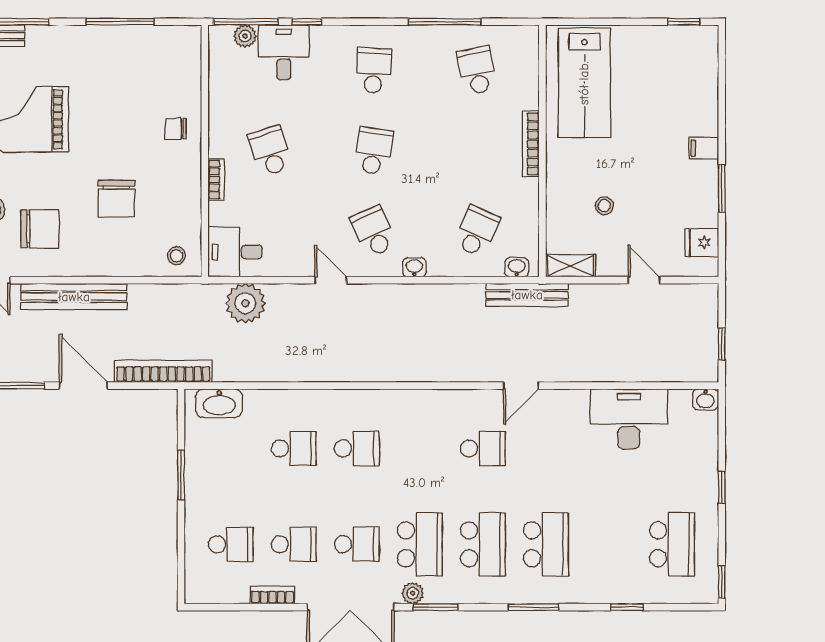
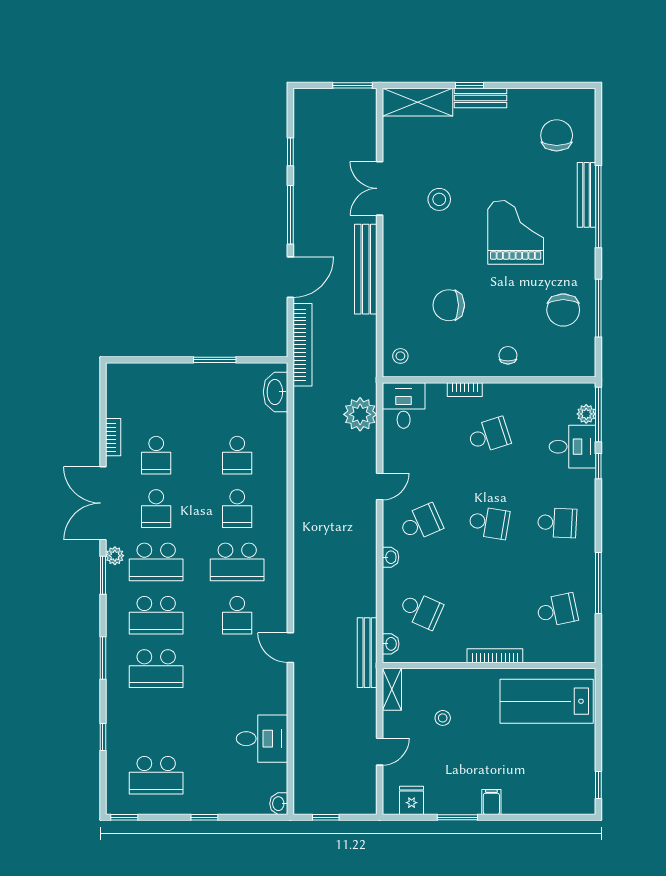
chair: (40, 229) -> (563, 310), moved
desk: (629, 419) -> (262, 739), width x0.73
school desk: (231, 544) -> (237, 562), moved, width x1.85

